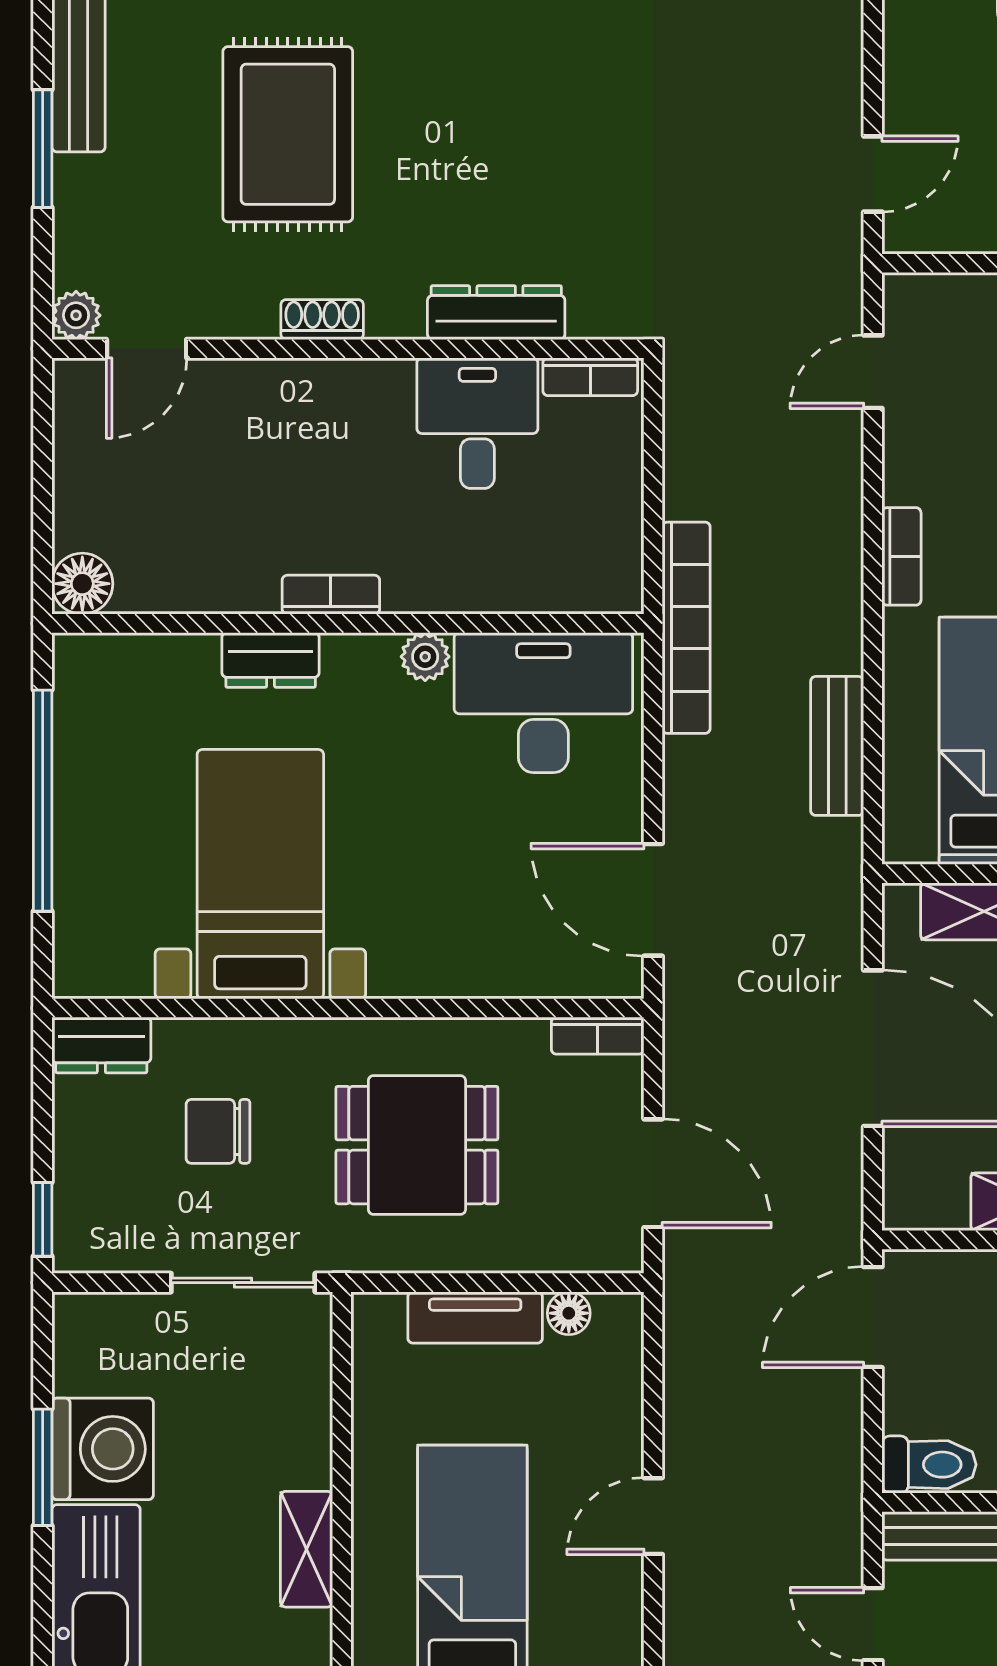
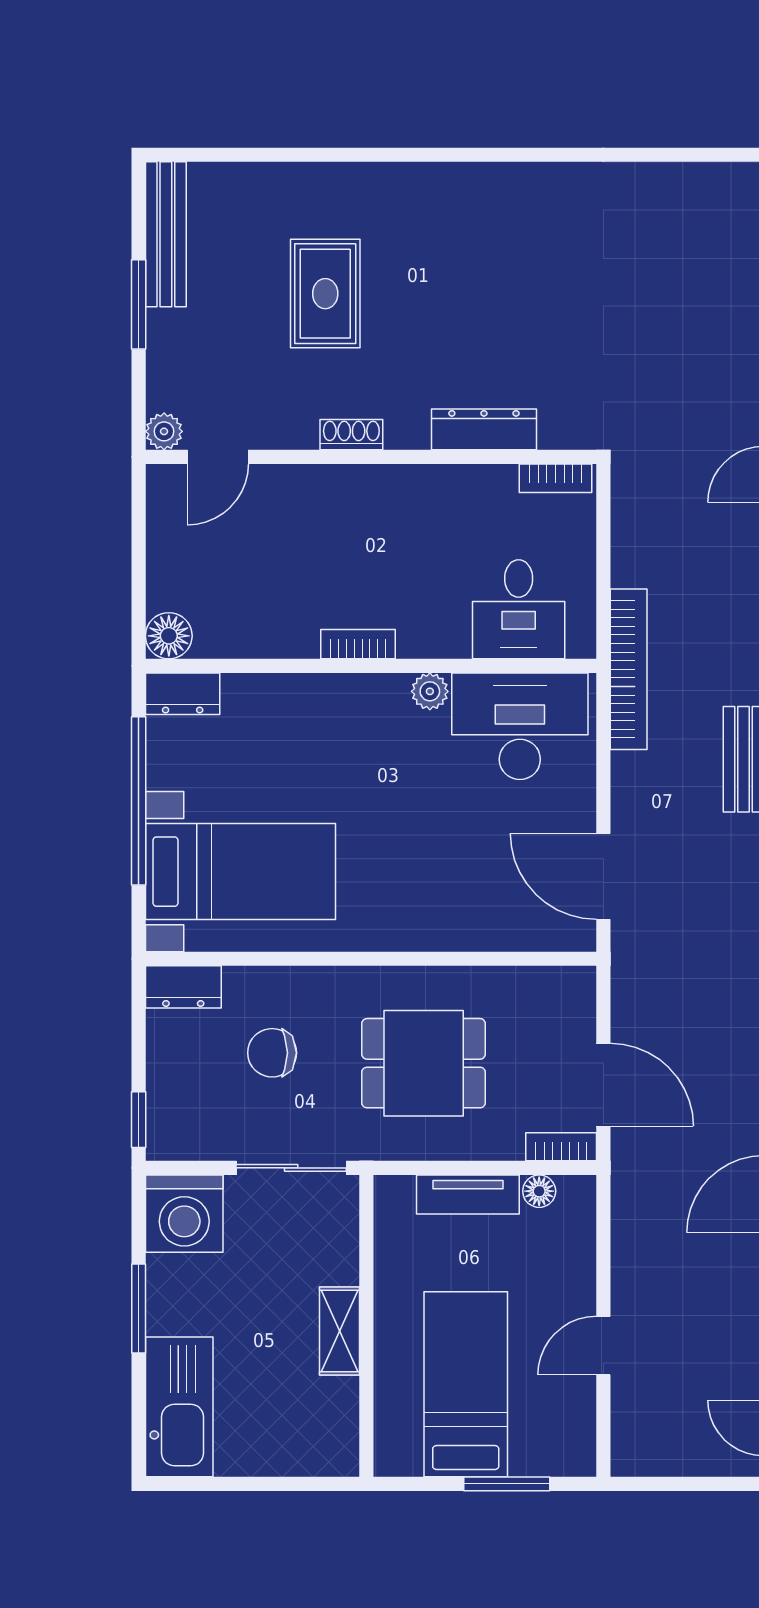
rug: (288, 134) -> (325, 294), width x0.73, depth x0.70
desk: (477, 423) -> (519, 609), moved, turned 180
dresser: (271, 660) -> (183, 694), moved
bed with nightstands: (260, 874) -> (240, 872), moved, turned 90
bookcase: (598, 1036) -> (561, 1147), moved, turned 180
washing machine: (103, 1449) -> (184, 1214), moved, turned 90
shelving: (307, 1549) -> (340, 1331), moved

